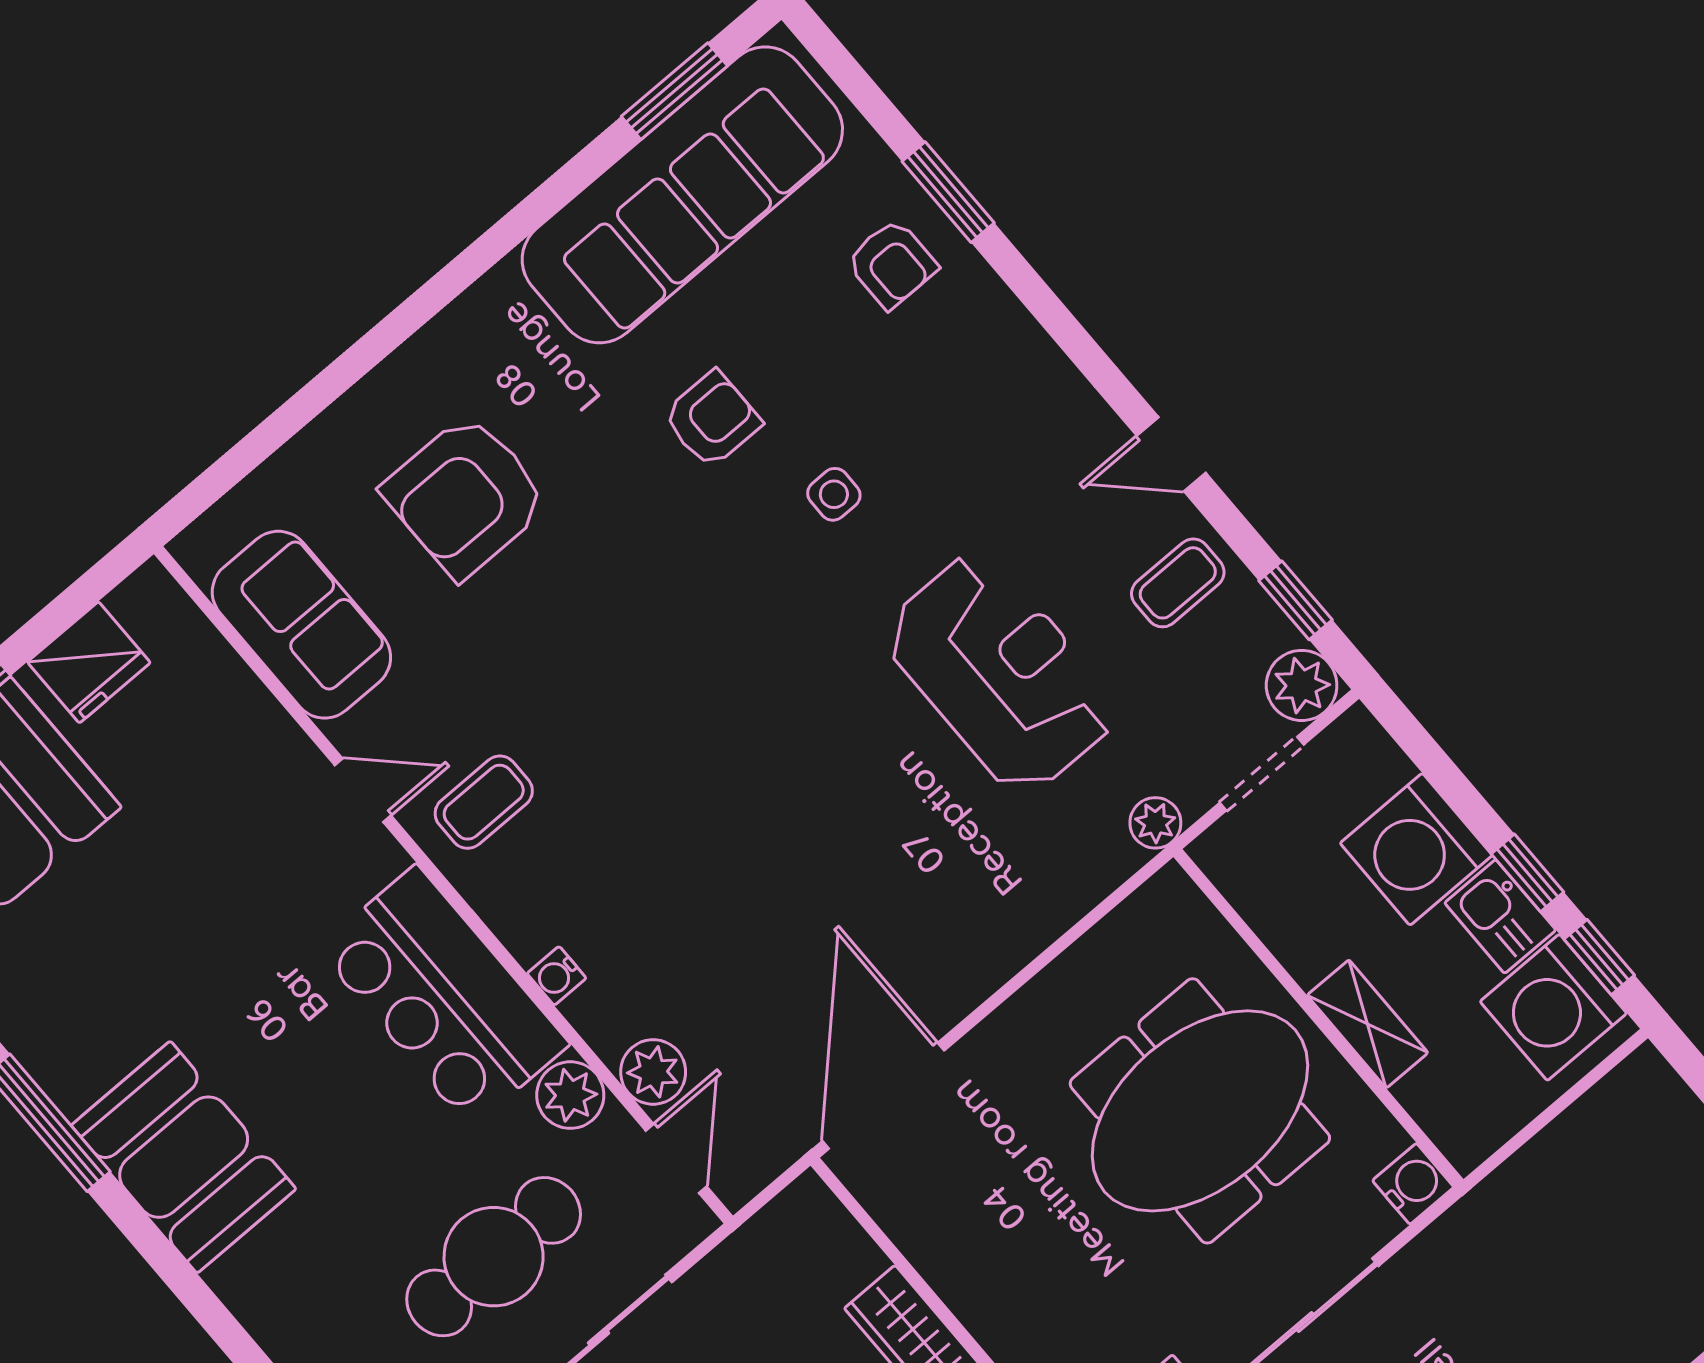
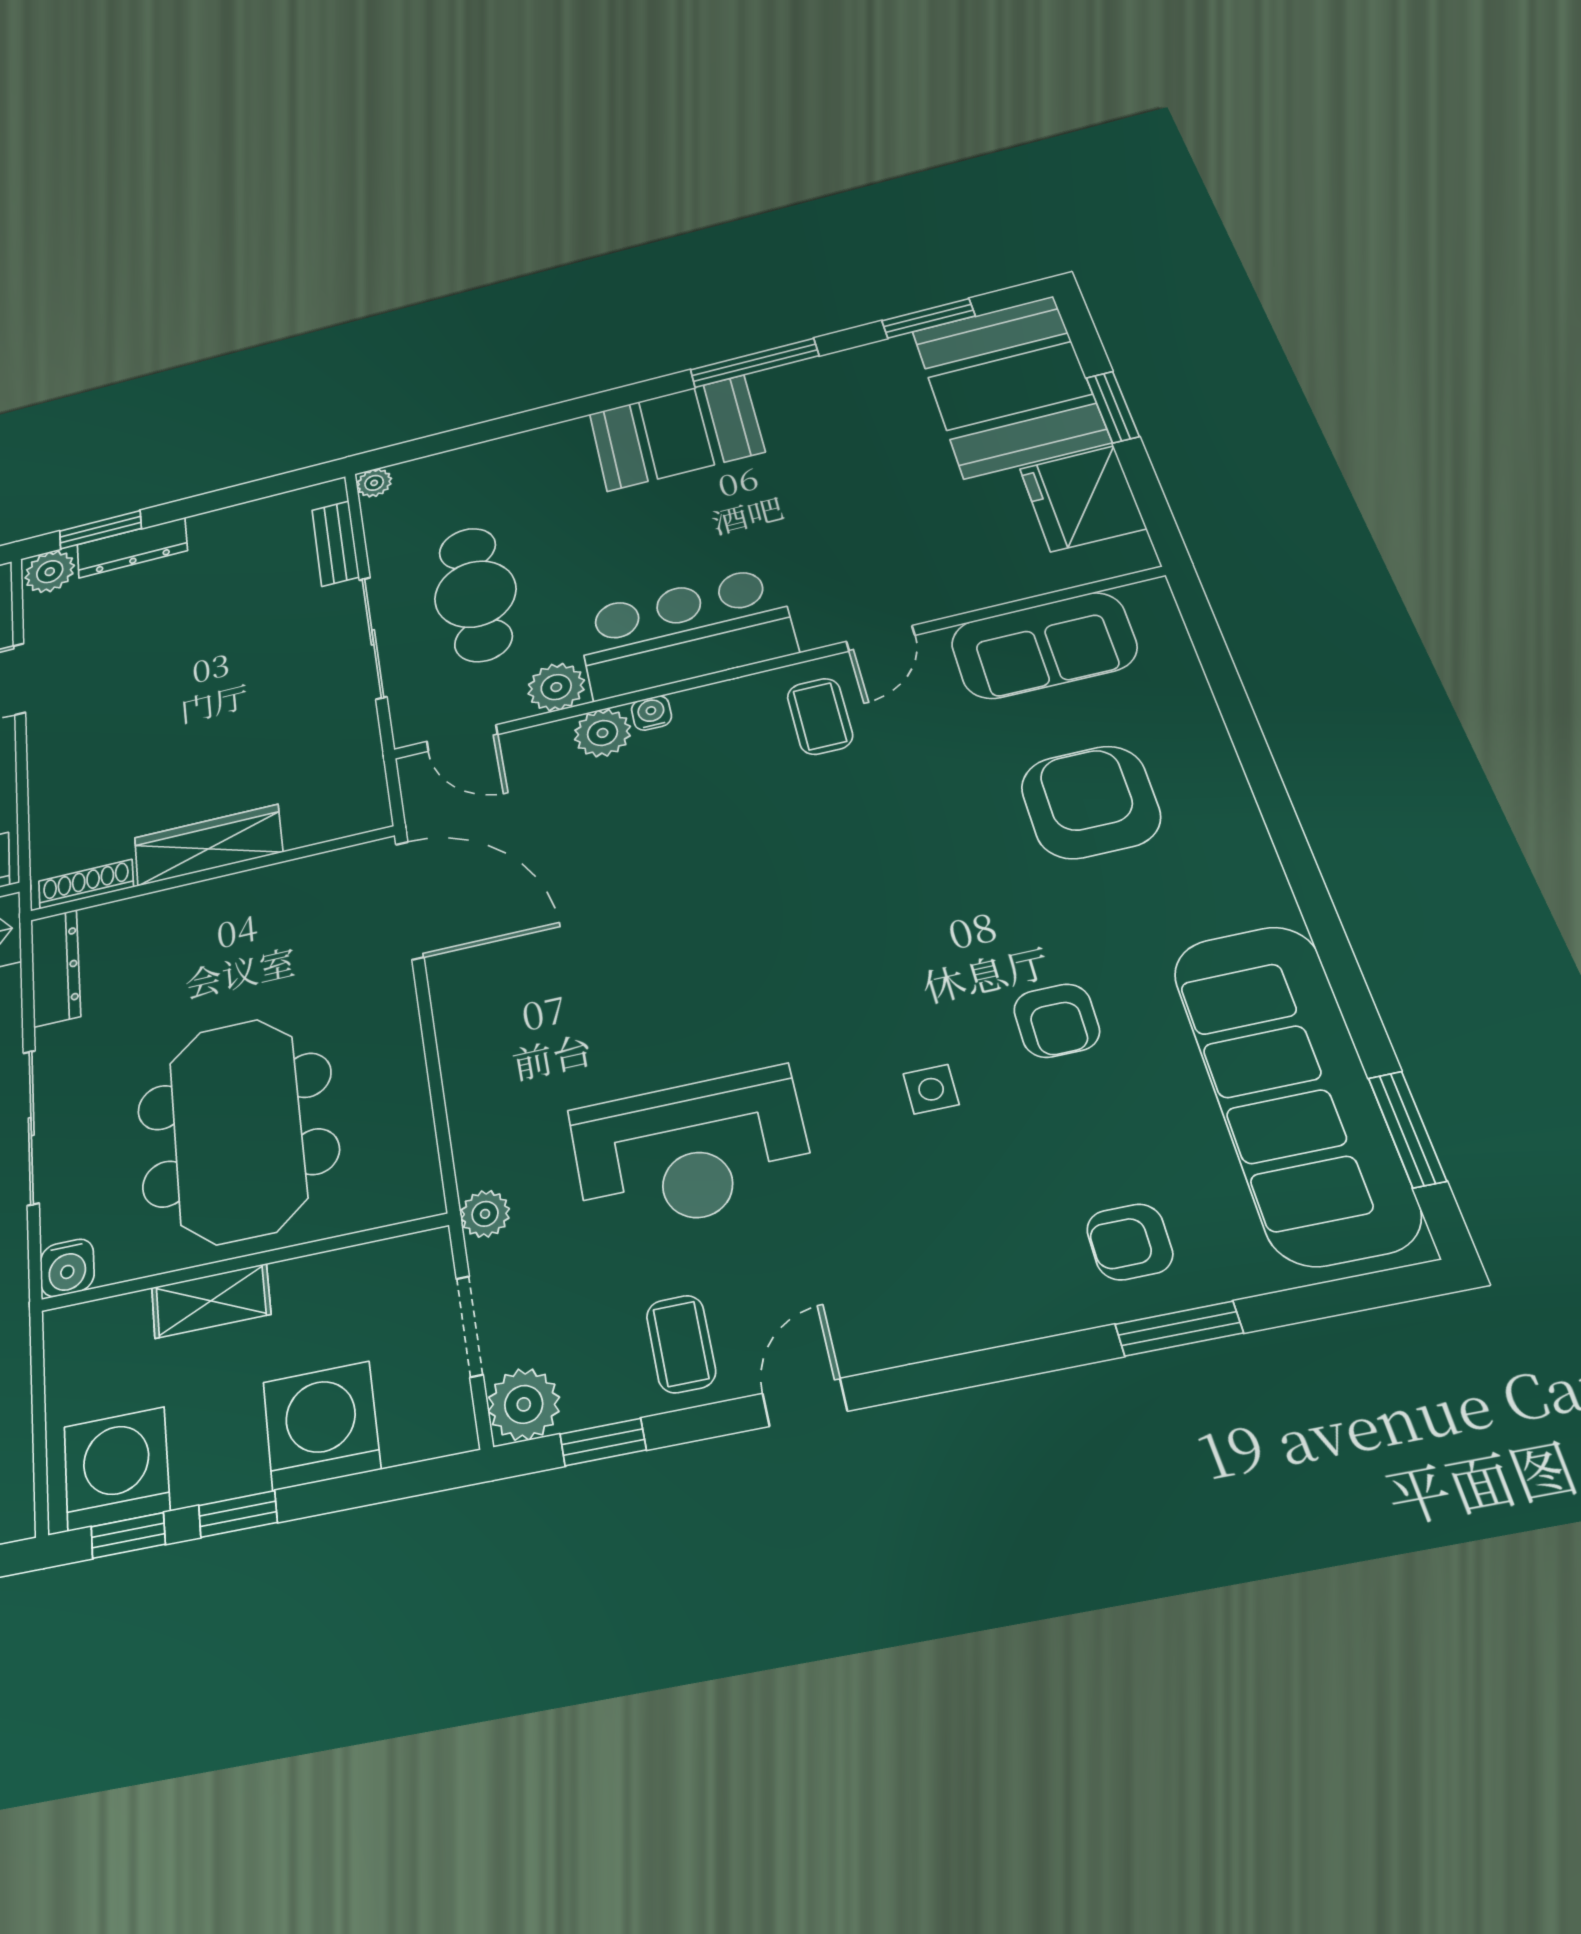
fridge: (89, 662) -> (1082, 498), width x1.36, depth x1.34
kitchen sink: (1500, 916) -> (219, 1467), removed
plant: (653, 1072) -> (602, 733), moved

